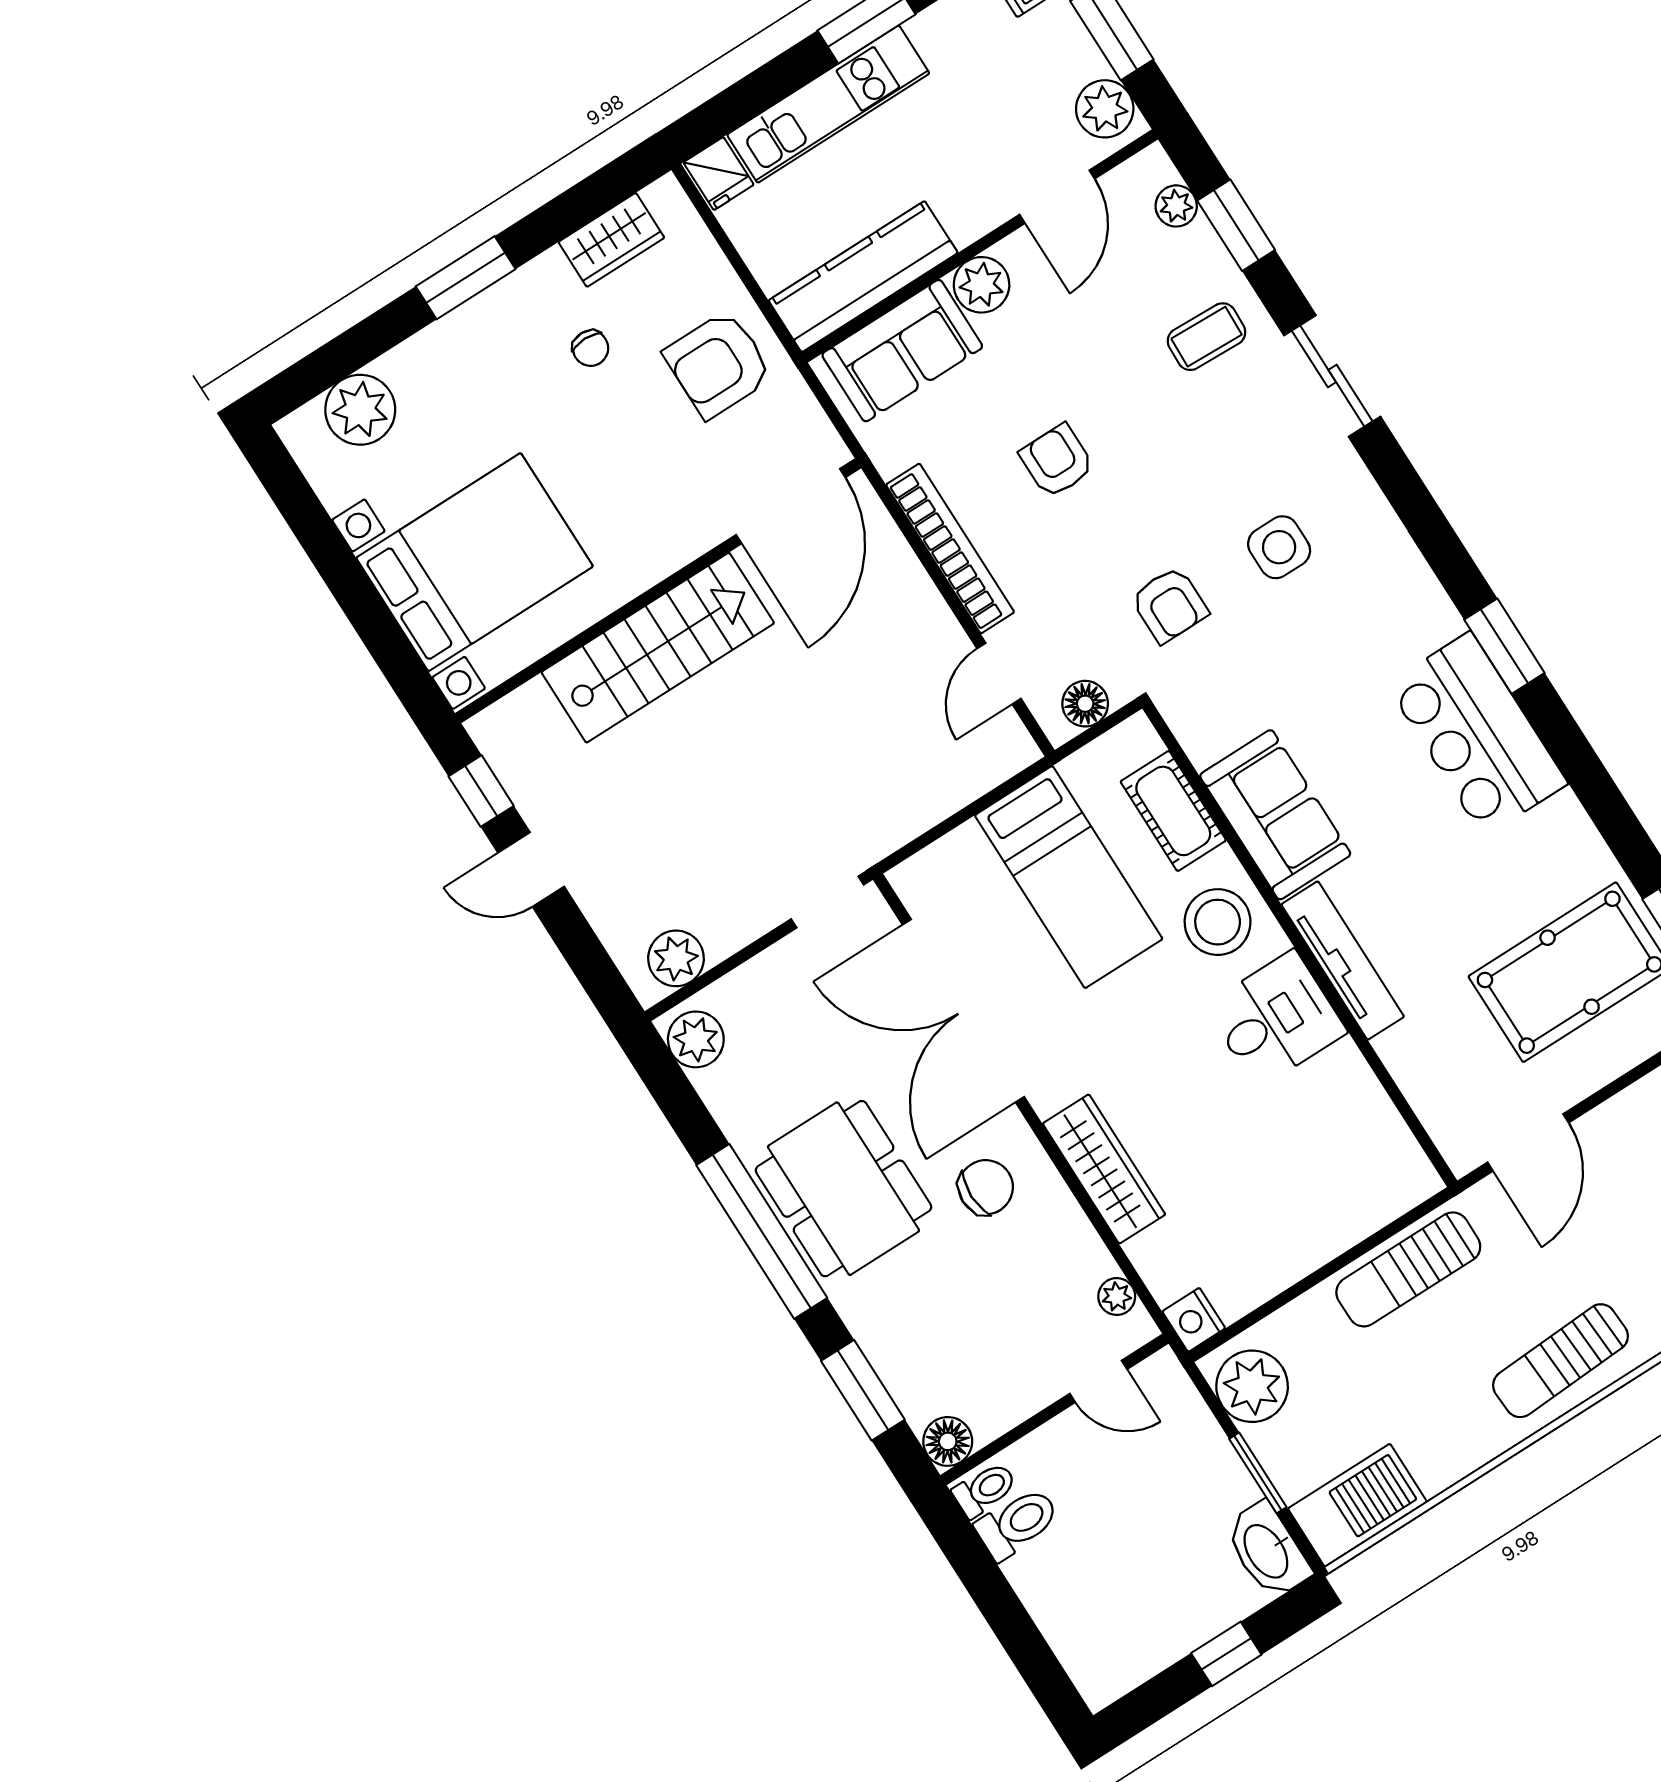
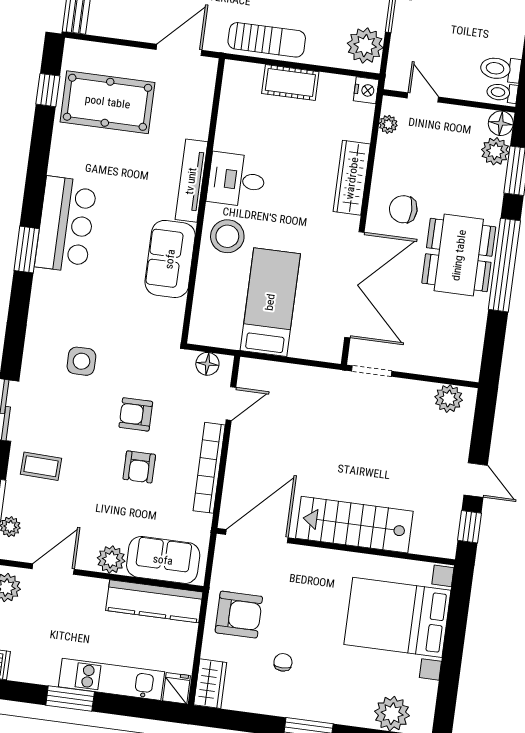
wardrobe: (611, 240) -> (210, 684), moved, turned 90
armchair: (1169, 605) -> (136, 414), moved, turned -90
cot: (1173, 811) -> (290, 83), moved, turned 90
plant: (696, 1039) -> (495, 151), moved

